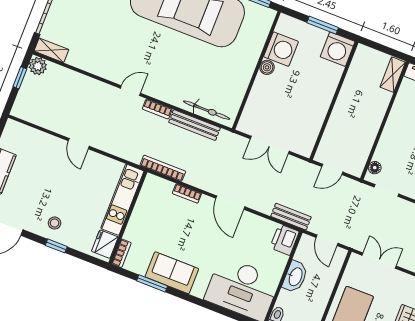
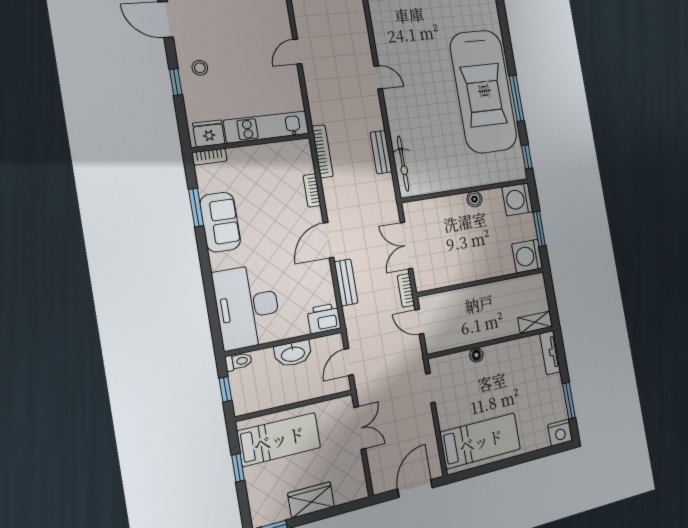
washing machine: (281, 49) -> (517, 199), moved, turned 90
bookcase: (157, 109) -> (406, 290), moved
bench: (195, 125) -> (381, 152), width x0.73
floor lamp: (375, 168) -> (476, 355), moved
bench: (291, 217) -> (346, 283), moved

